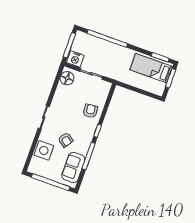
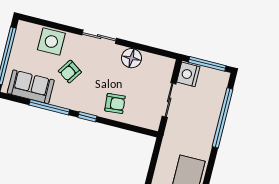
floor lamp: (67, 78) -> (131, 58), moved

